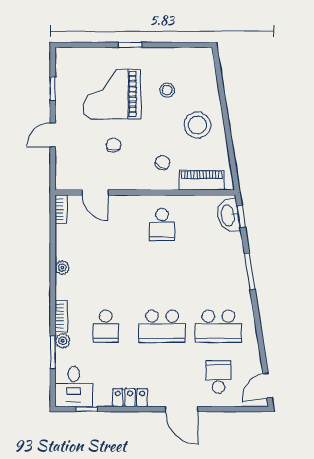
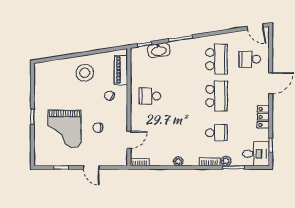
stool: (167, 90) -> (62, 93), removed
washbasin: (228, 215) -> (159, 50), moved
school desk: (162, 225) -> (150, 96), turned 180

